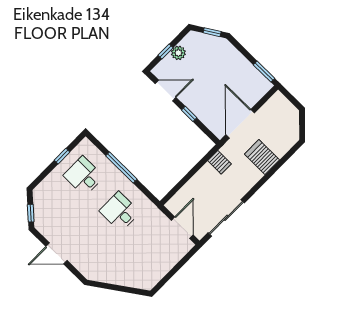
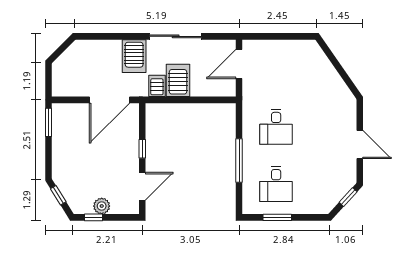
window: (165, 52) -> (94, 217), moved
door: (166, 91) -> (142, 186), swing flipped
window: (62, 156) -> (277, 217), width x1.50
server rack: (262, 157) -> (134, 56), moved
server rack: (210, 179) -> (178, 80), added
sliding door: (226, 218) -> (176, 36), moved

